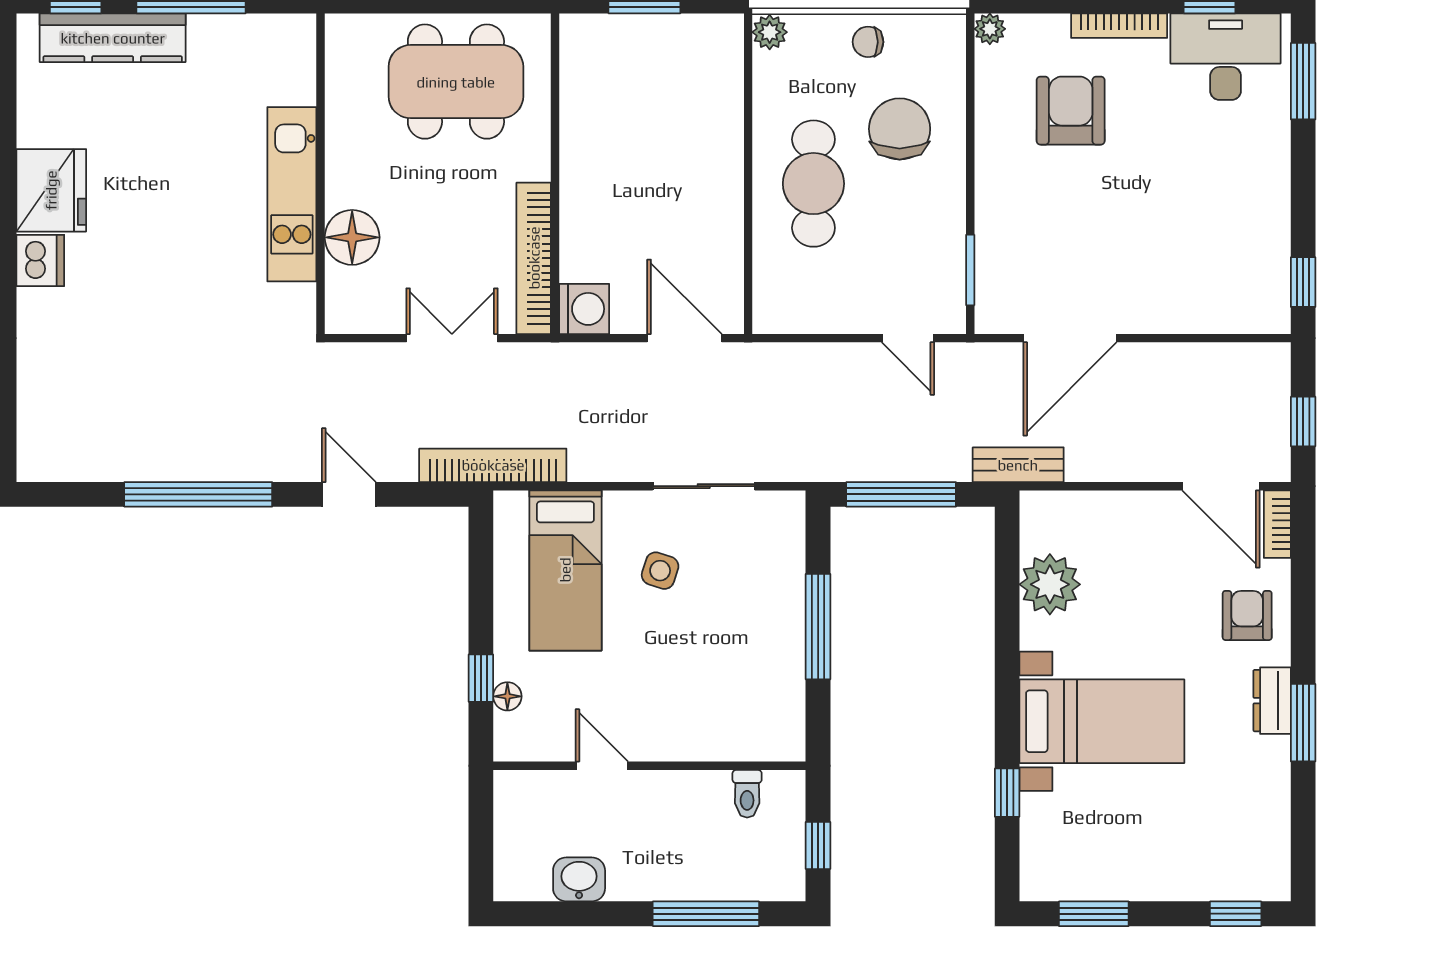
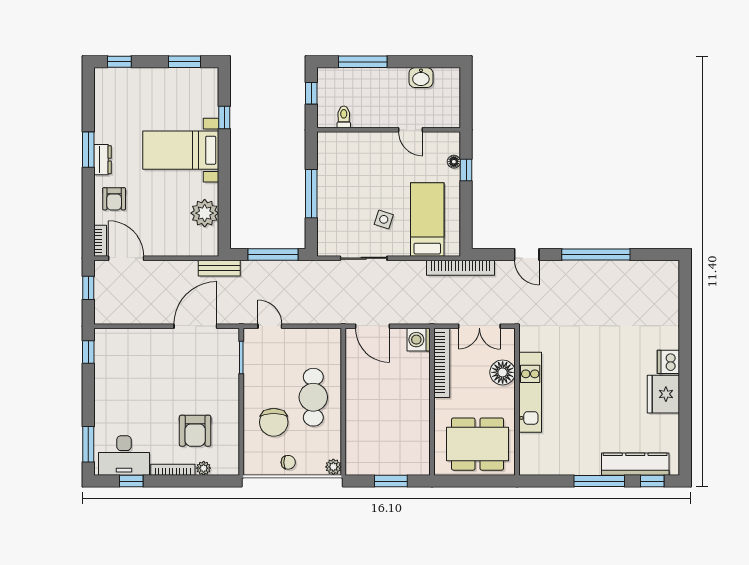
plant: (990, 29) -> (204, 468), moved
wall: (321, 174) -> (517, 402), moved
kitchen unit: (292, 194) -> (530, 392), moved
floor lamp: (352, 237) -> (503, 372), moved

